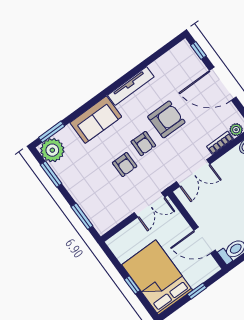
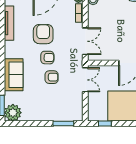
tv unit: (131, 86) -> (9, 23), moved
window: (51, 174) -> (26, 123), removed
window: (132, 285) -> (105, 123), moved

